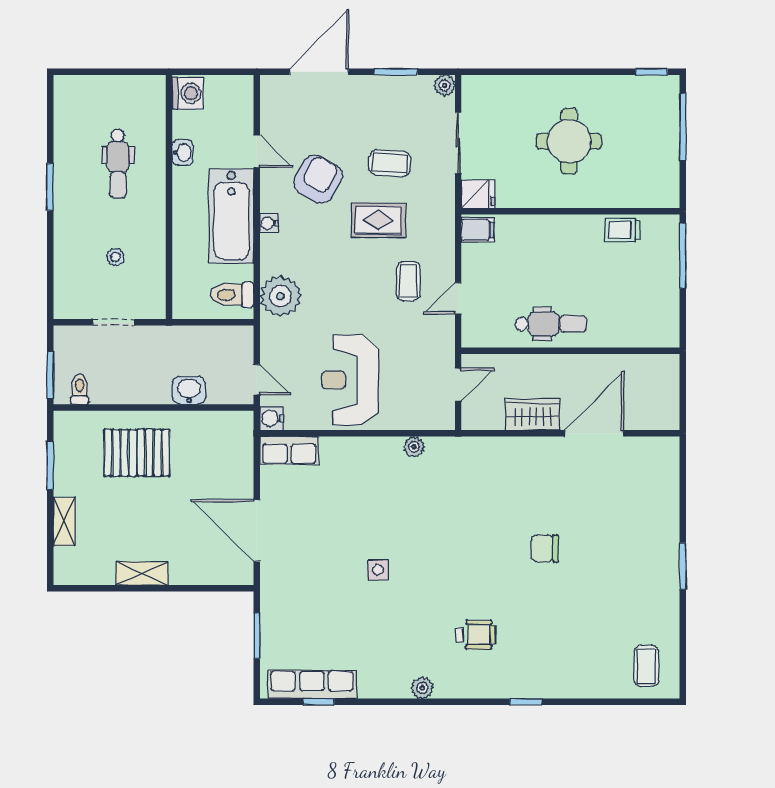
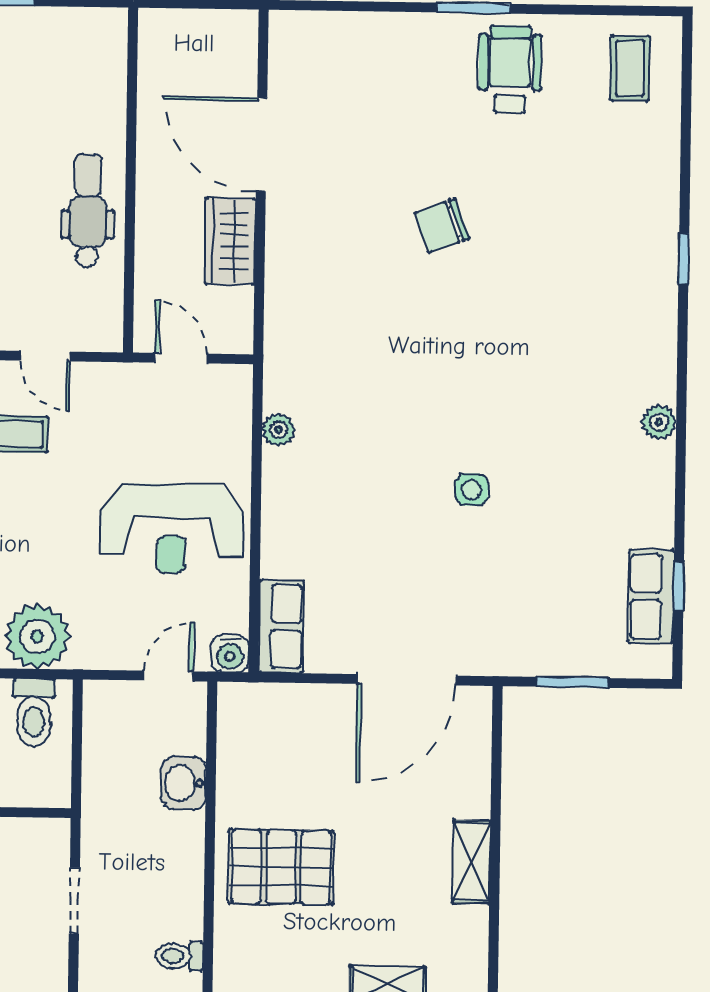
pallet: (137, 453) -> (281, 867), turned 90
chair: (545, 548) -> (442, 226), turned 70
wheelchair: (476, 635) -> (510, 69), moved, width x1.36, depth x1.37
coffee table: (646, 666) -> (630, 68), turned 90
row of seats: (312, 684) -> (651, 596), width x0.68

